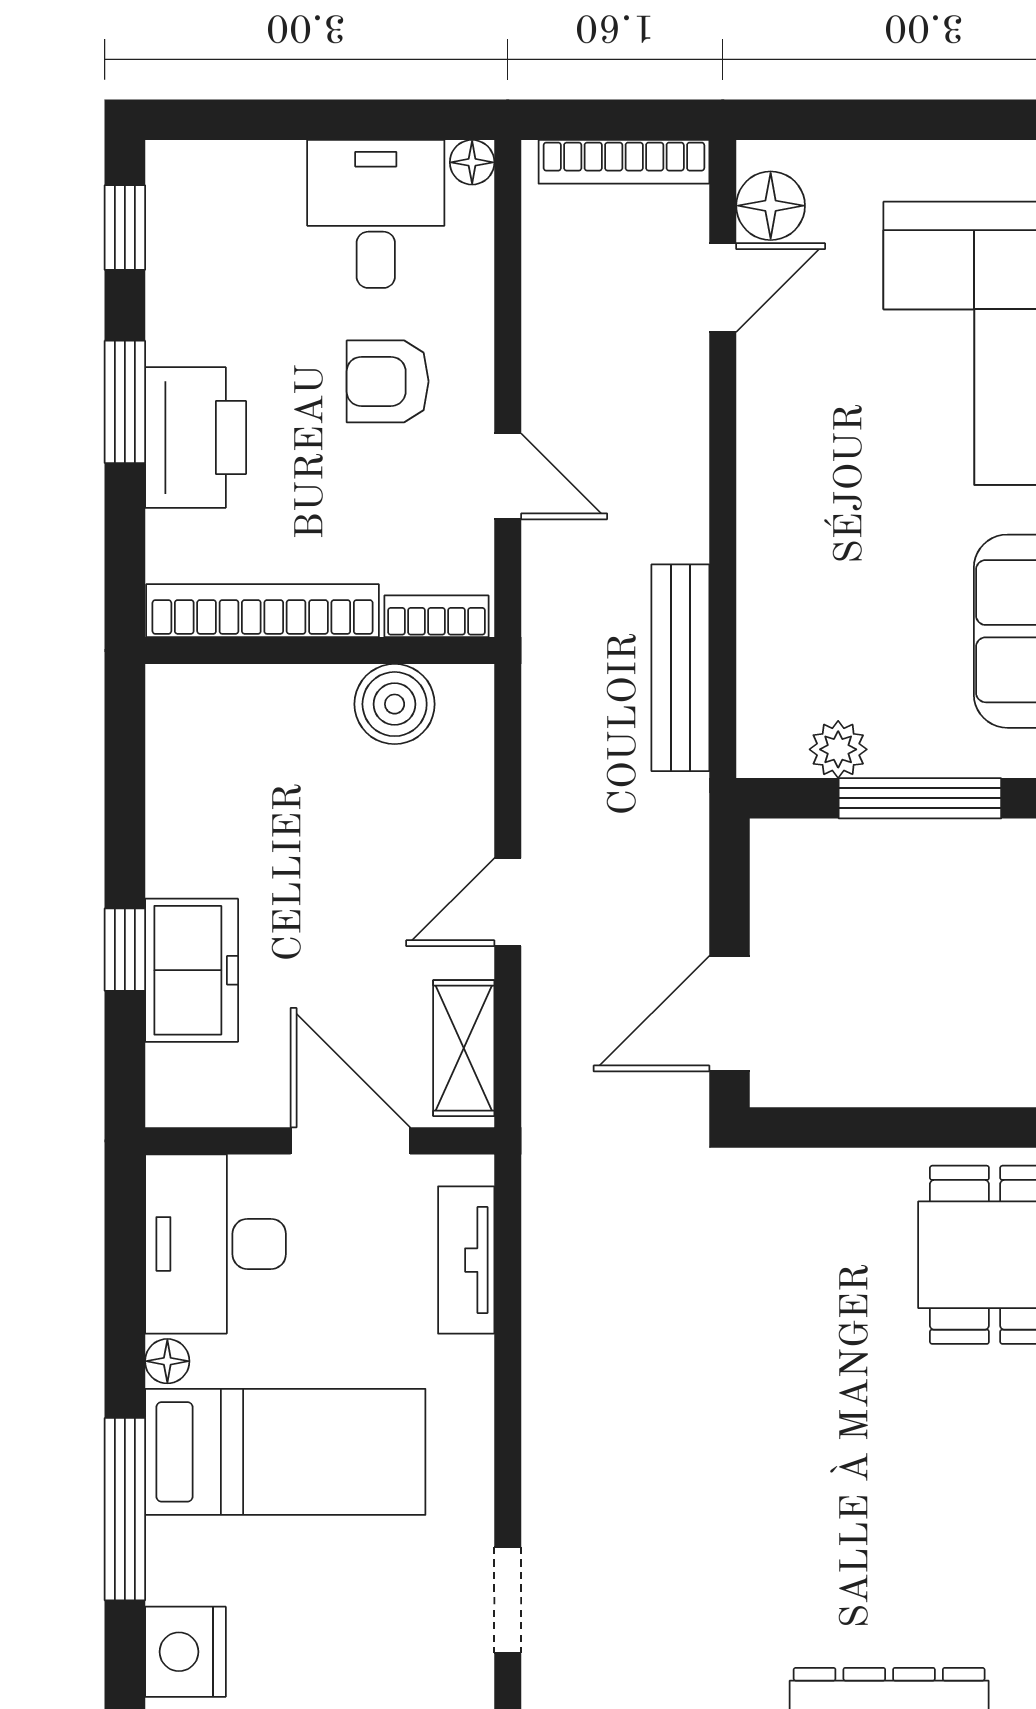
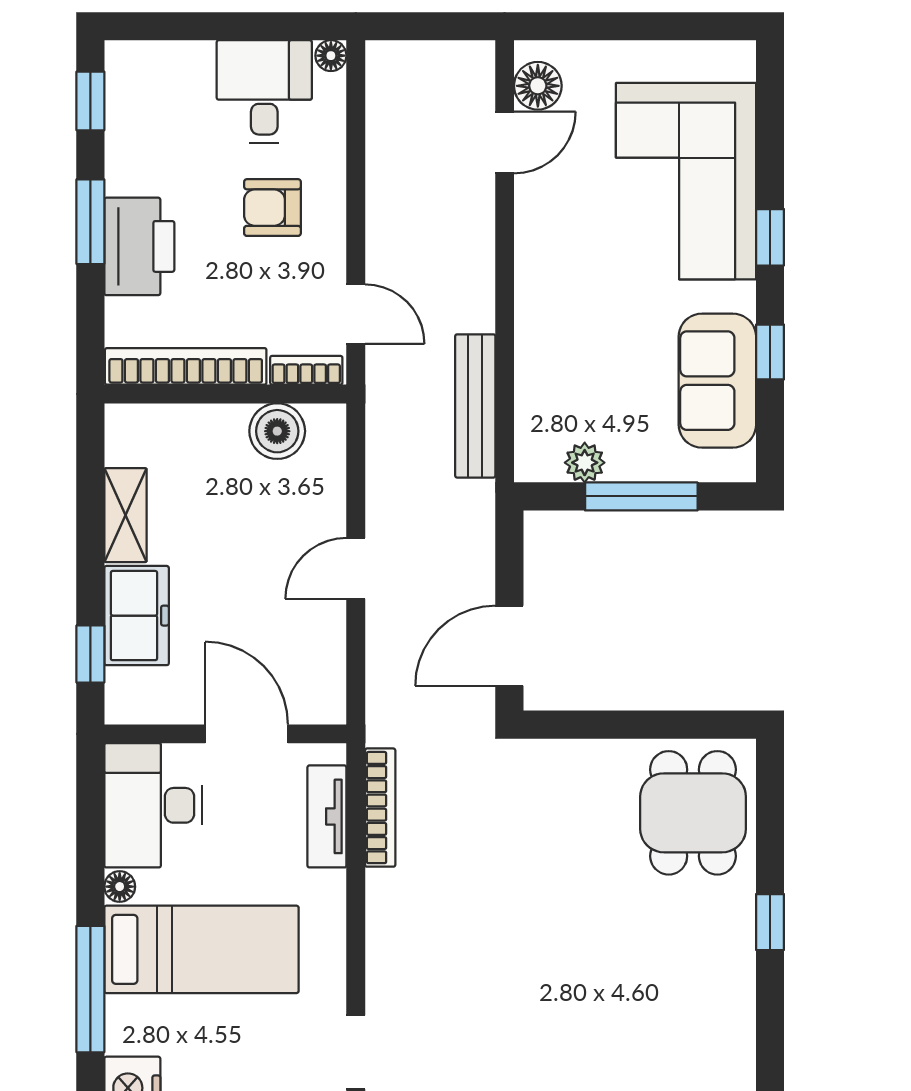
bookcase: (624, 162) -> (380, 808), moved, turned -90
door: (508, 476) -> (356, 314), moved
window: (125, 950) -> (90, 654), moved
shelving: (464, 1048) -> (126, 515), moved

